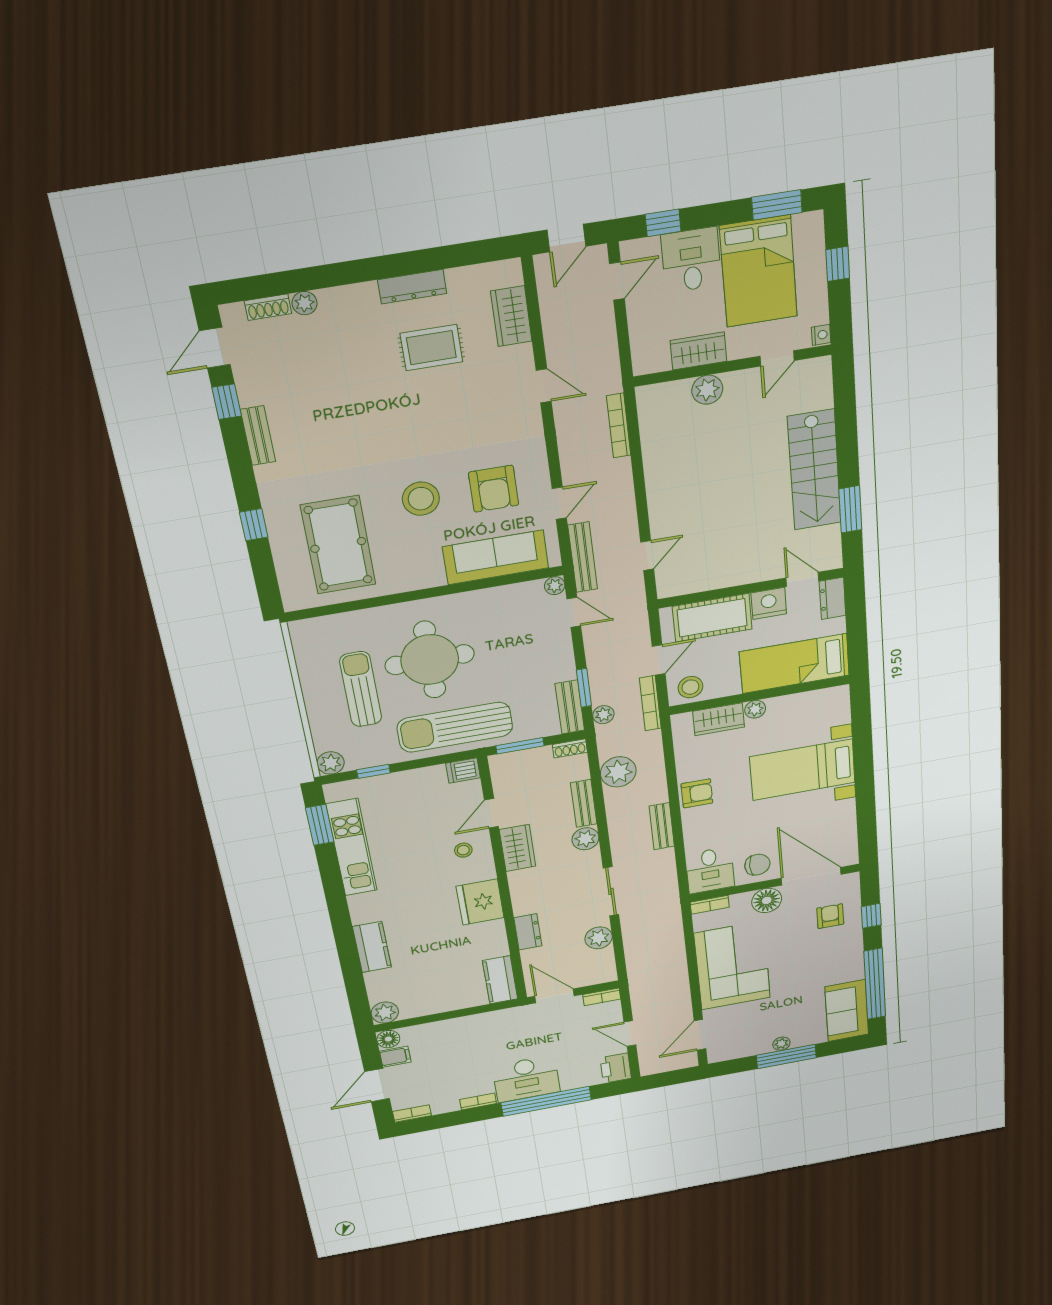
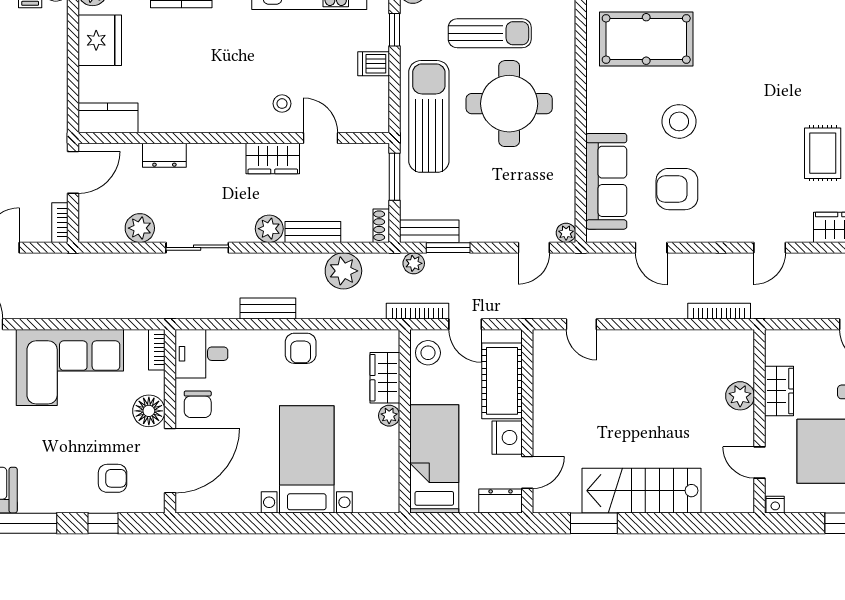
bench: (583, 557) -> (591, 263), removed
dishwasher: (463, 771) -> (374, 64), moved, turned -90
fridge: (480, 902) -> (100, 40), moved, turned 90

